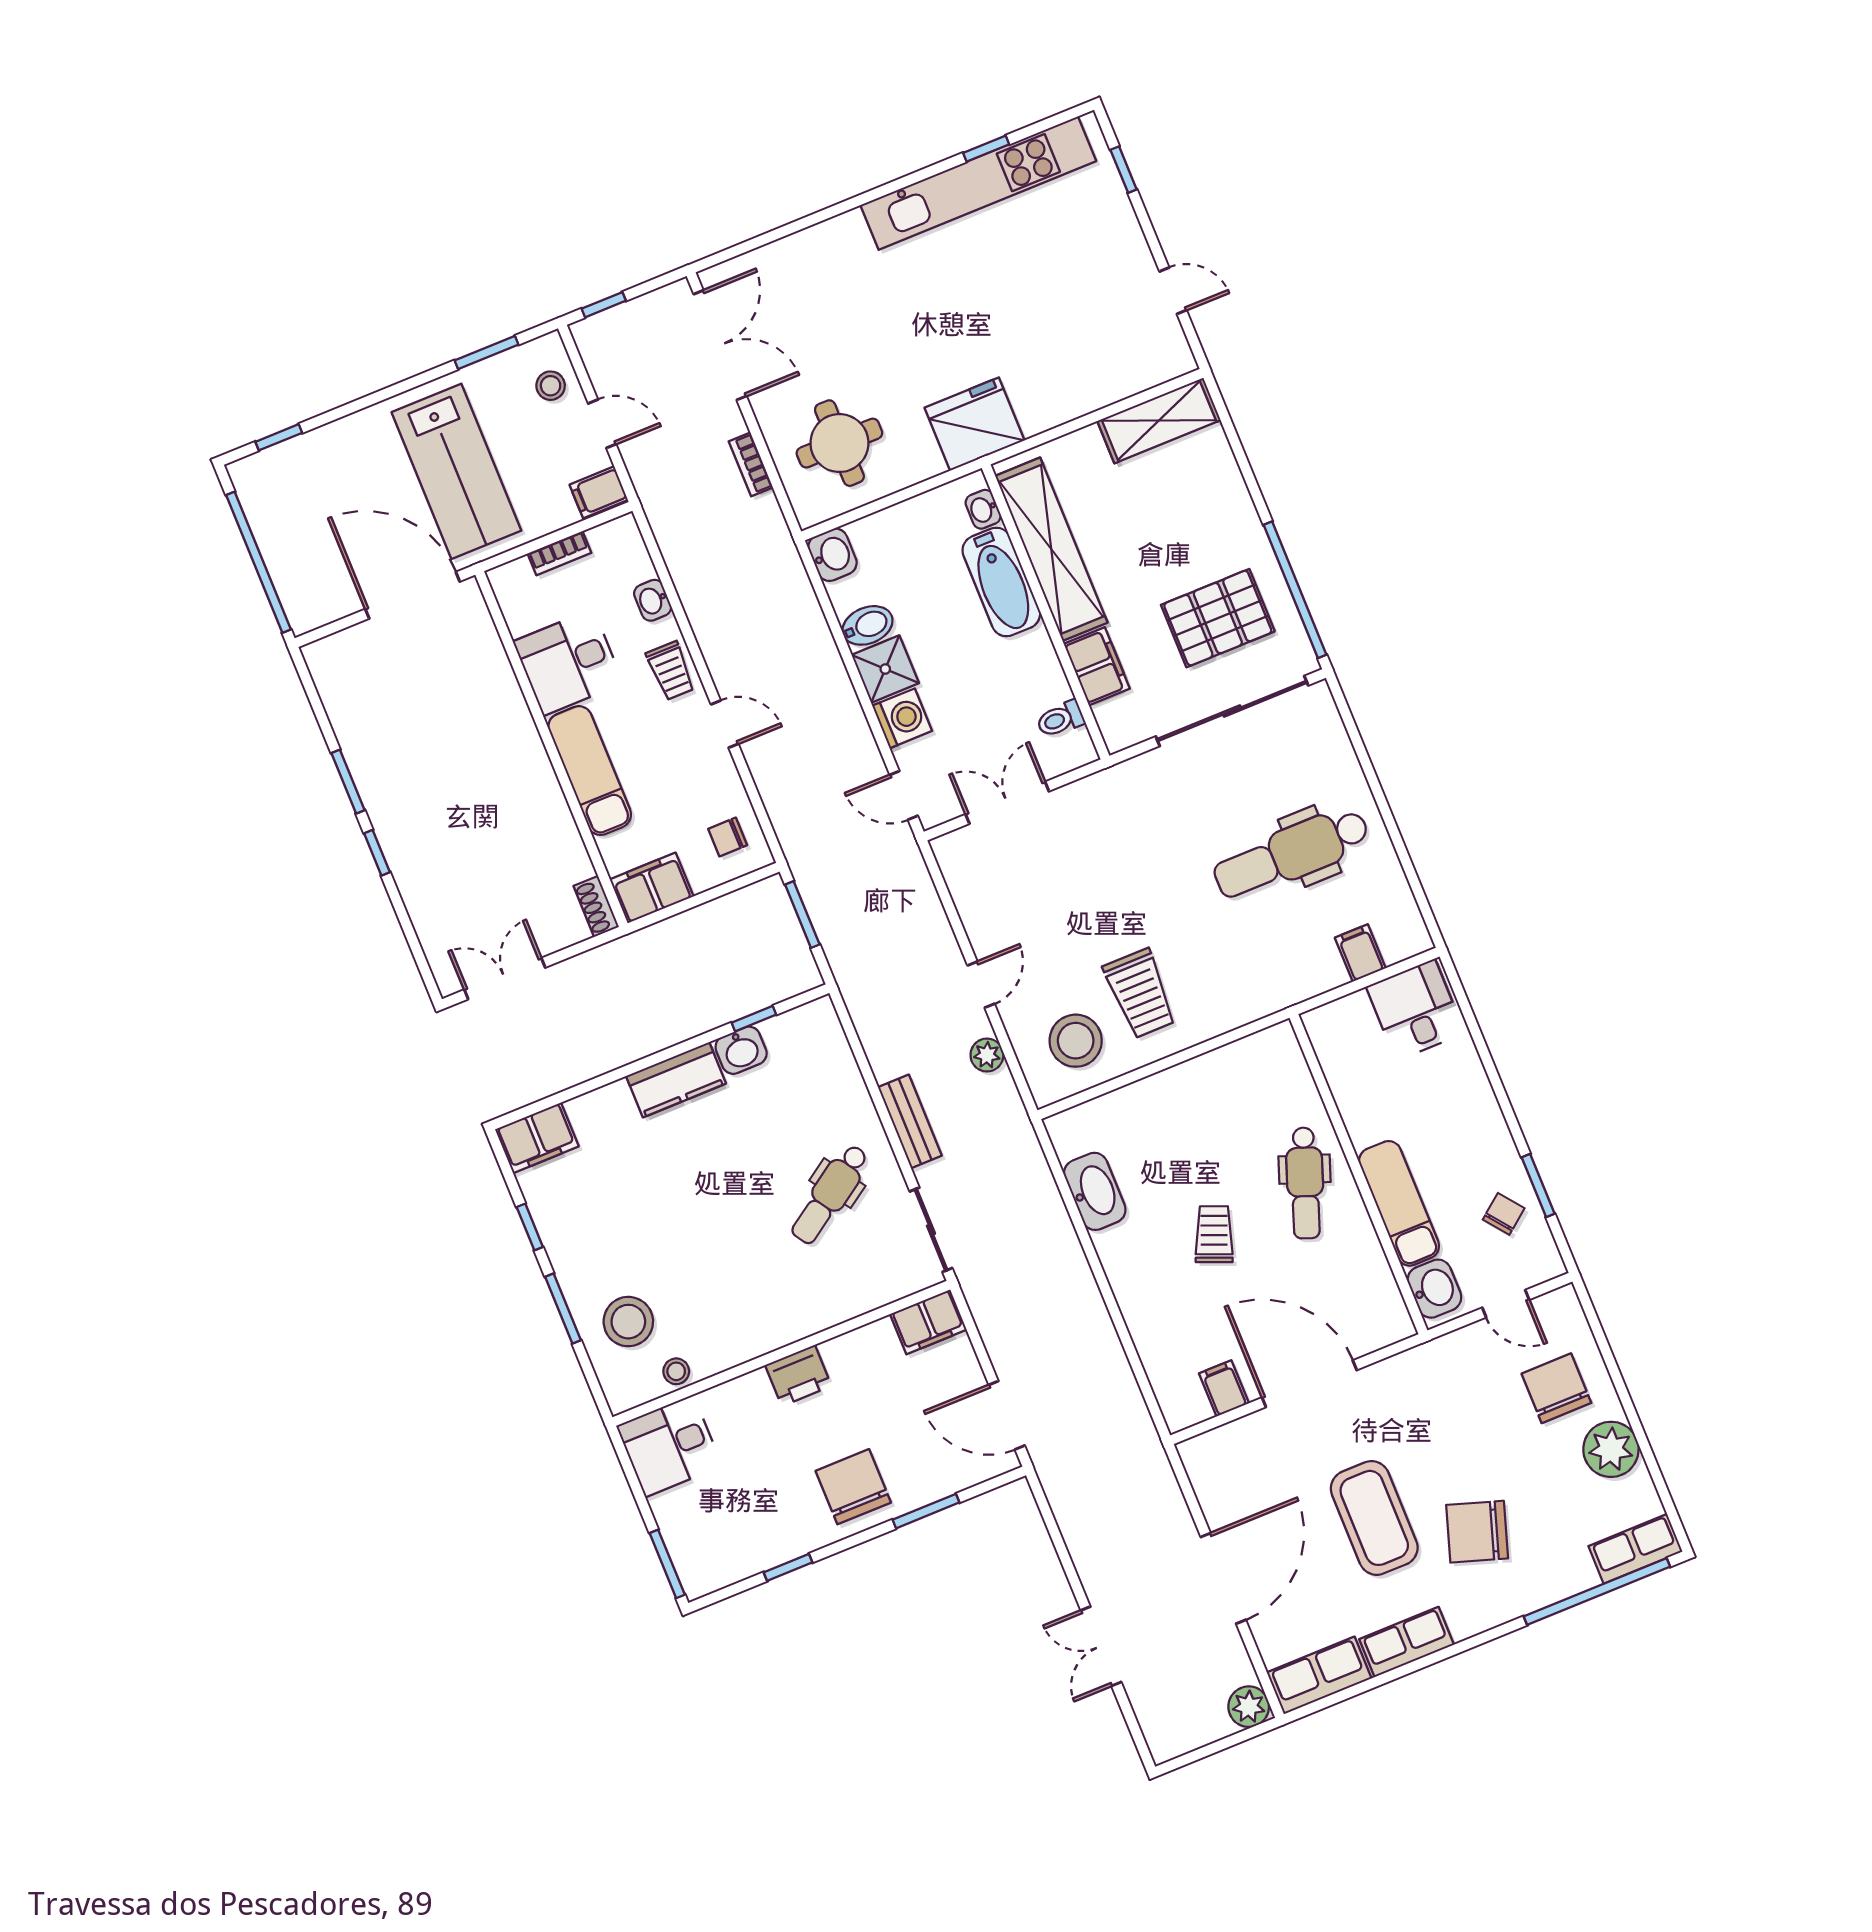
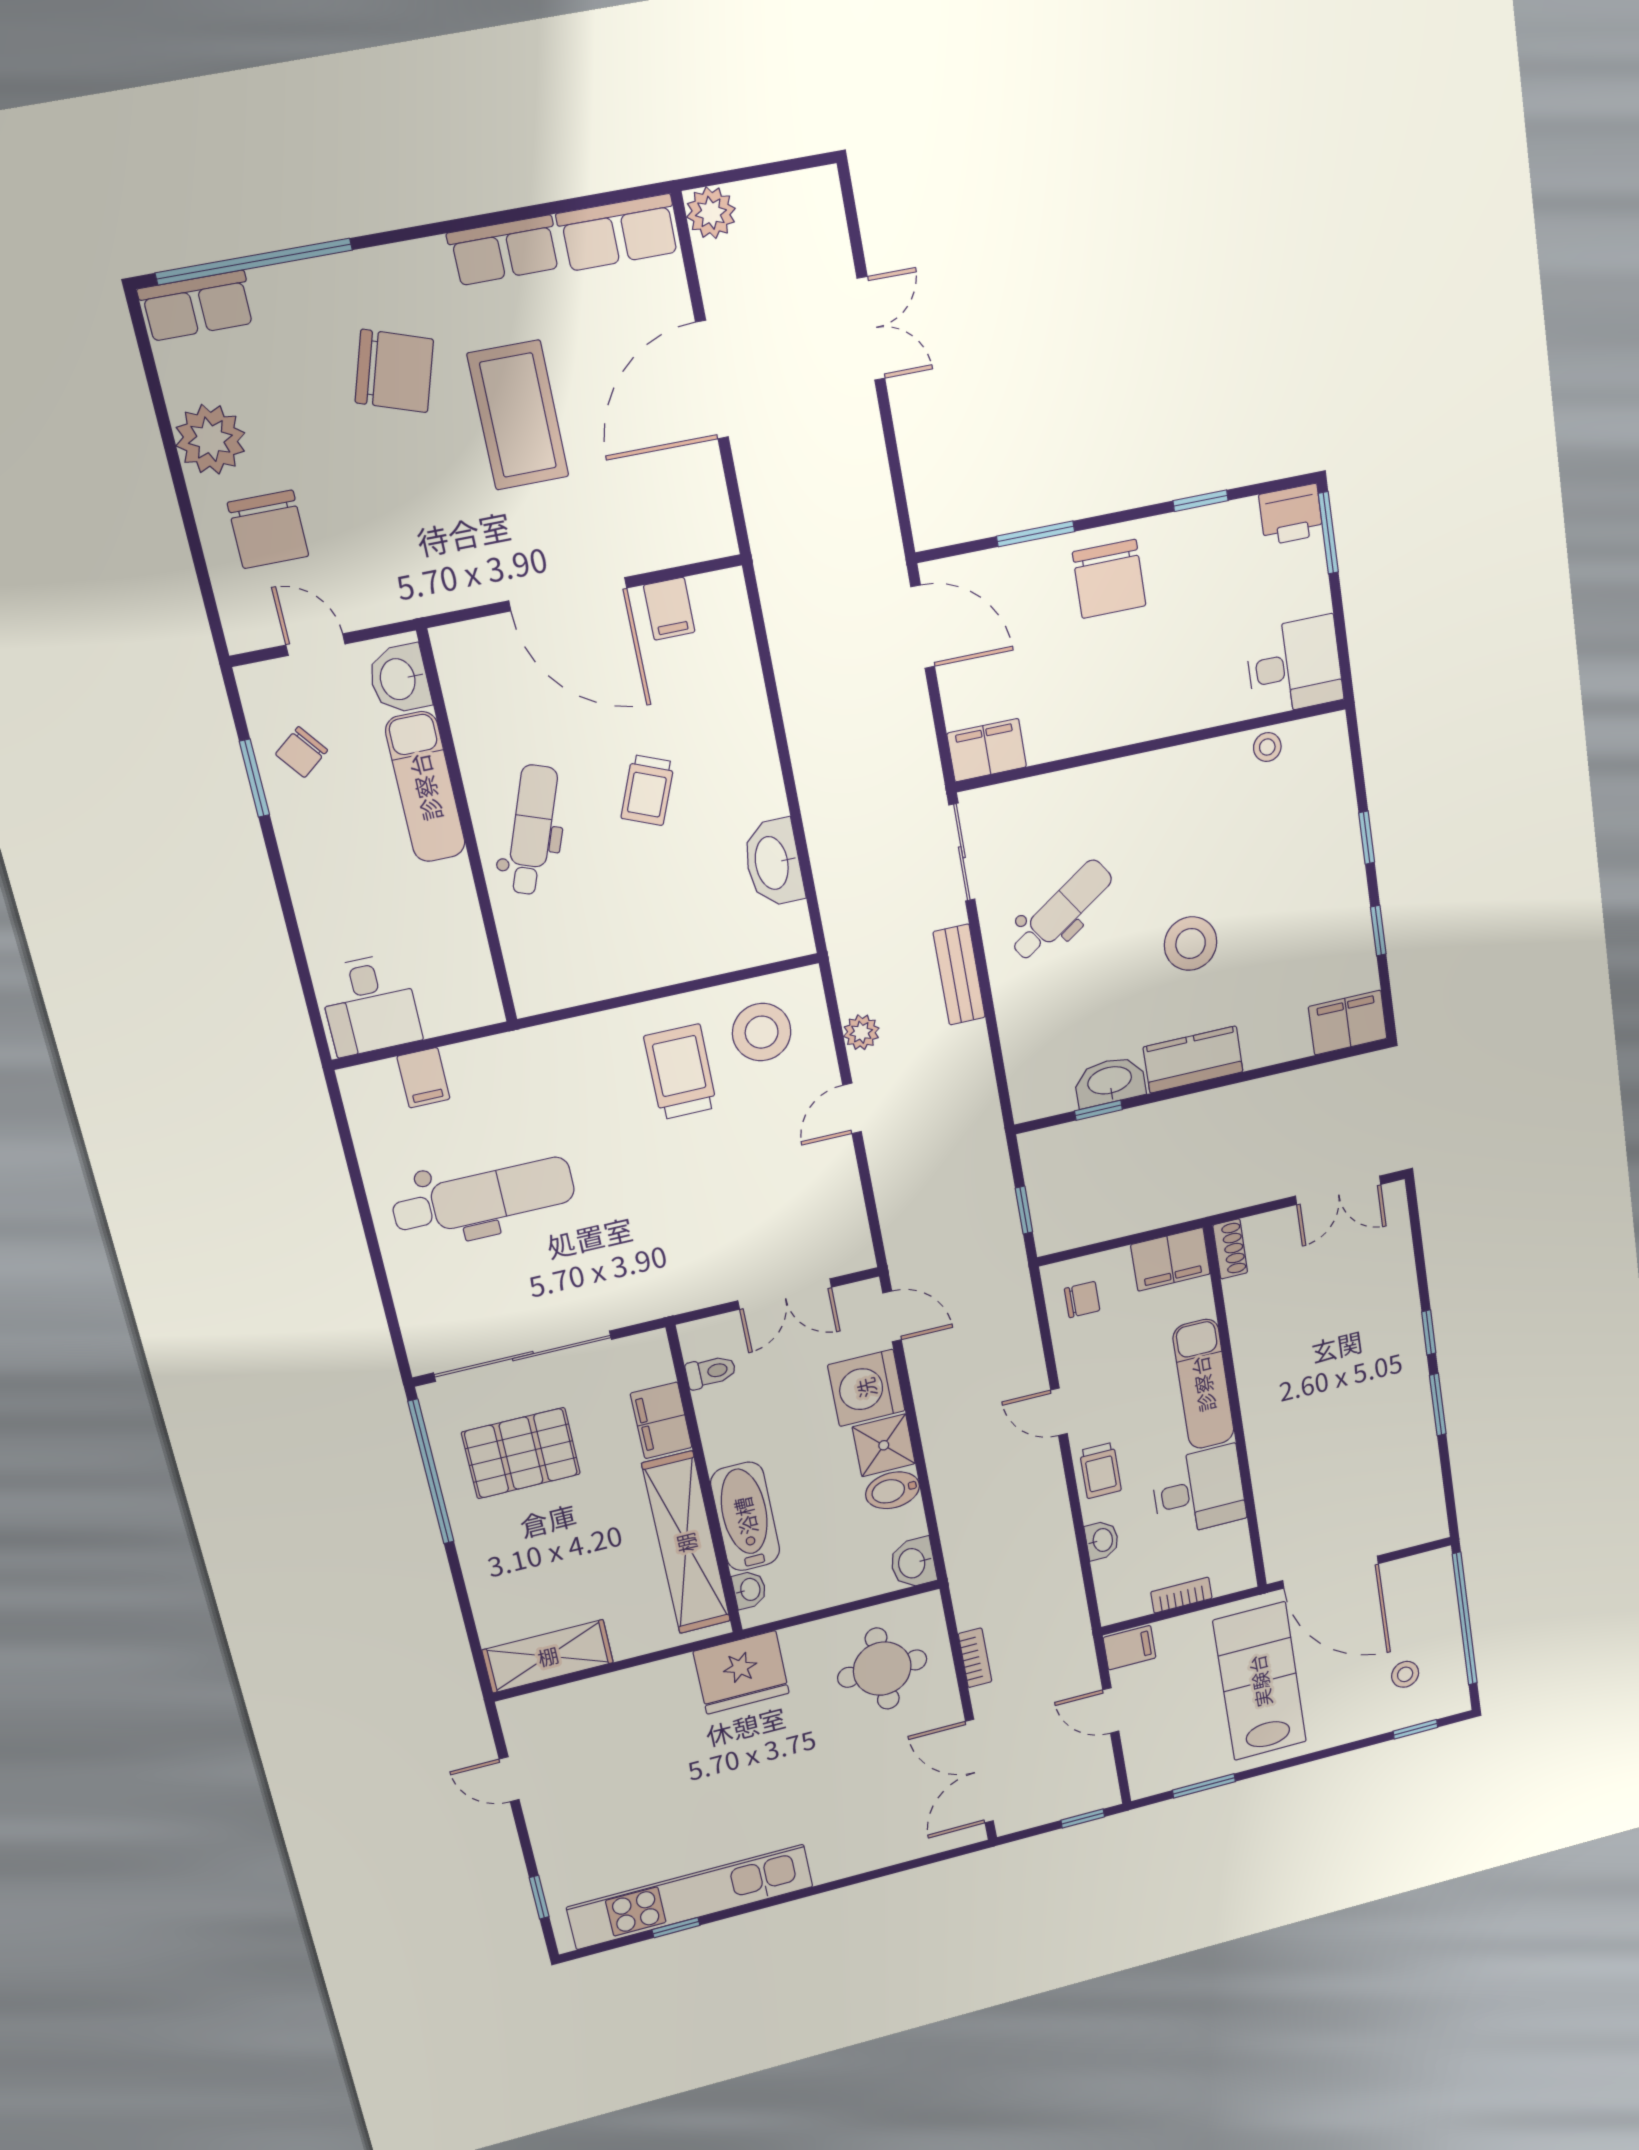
stool: (551, 386) -> (1405, 1674), moved
trolley: (671, 671) -> (1100, 1470), turned 180
washing machine: (902, 718) -> (866, 1388), width x1.37, depth x1.37
window: (802, 914) -> (1024, 1210), width x0.67
washbasin: (741, 1050) -> (1110, 1082), width x1.38
window: (563, 1309) -> (1367, 838), width x0.67
stool: (628, 1322) -> (1191, 943), moved
printer: (798, 1376) -> (1291, 515), moved, turned 180

